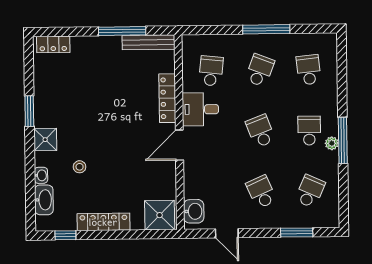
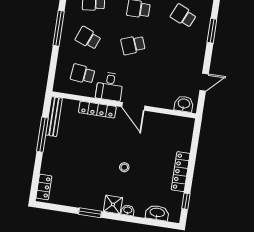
stool: (80, 167) -> (124, 167), moved
washbasin: (41, 175) -> (128, 210), moved
school desk: (261, 192) -> (178, 52), removed
shower: (160, 215) -> (182, 129), removed

